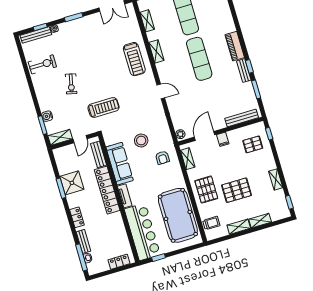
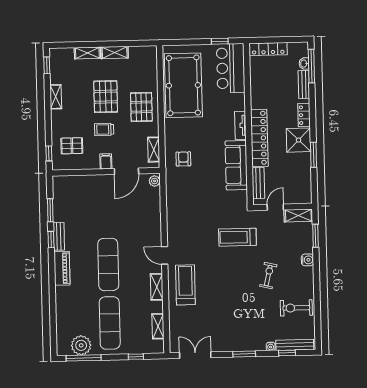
door: (161, 91) -> (165, 255), moved
water cooler: (47, 116) -> (307, 260), moved
bench: (242, 118) -> (77, 181), removed
stool: (141, 141) -> (203, 186), removed
shower: (72, 183) -> (299, 140), moved
pallet: (237, 190) -> (106, 97), turned 90
trolley: (211, 223) -> (104, 129), moved
bar counter: (142, 232) -> (231, 68), width x0.73
locker: (119, 262) -> (268, 49), width x1.53

